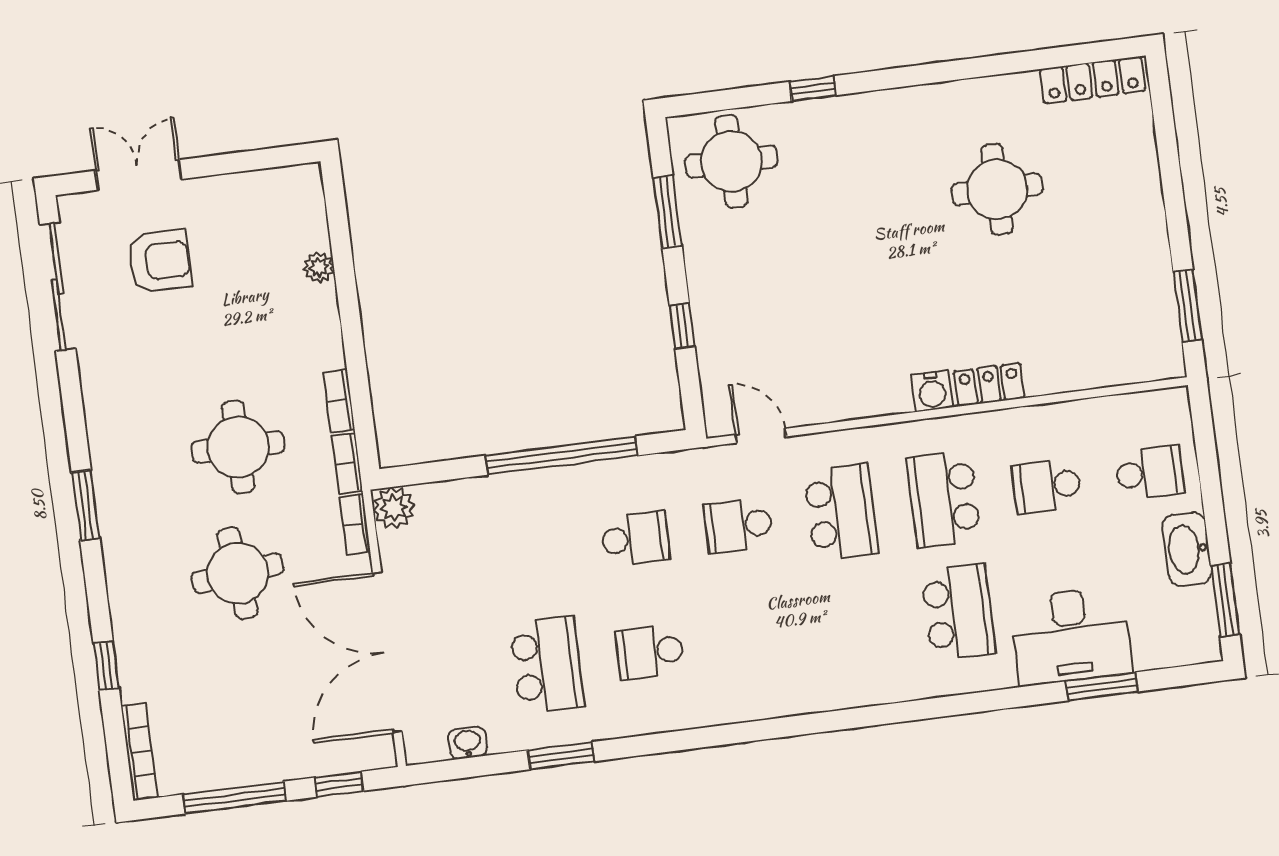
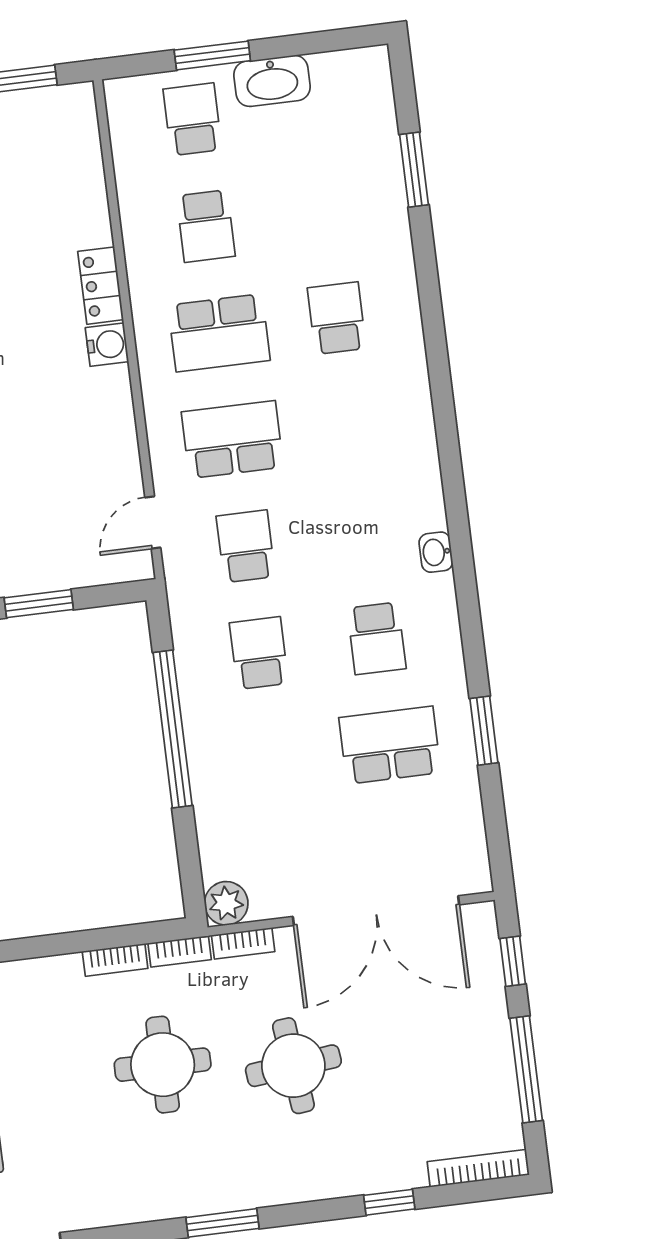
window: (682, 326) -> (39, 604), width x1.50
school desk: (738, 525) -> (246, 546), turned 180
window: (1225, 600) -> (212, 55), moved
school desk: (958, 612) -> (337, 318), width x0.54
desk: (1071, 636) -> (361, 202), removed
washbasin: (468, 743) -> (436, 552), moved

